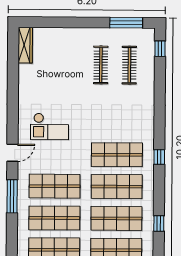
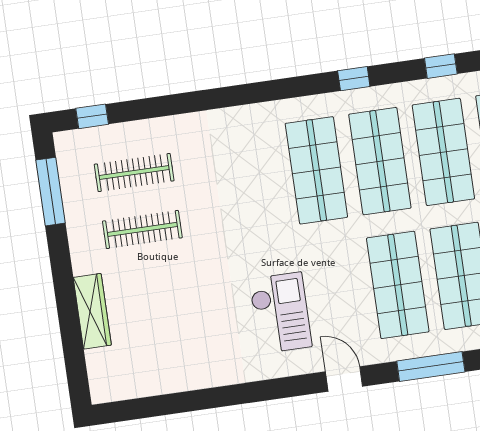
wardrobe: (25, 45) -> (92, 311), moved, turned 90
window: (159, 157) -> (354, 79), moved

